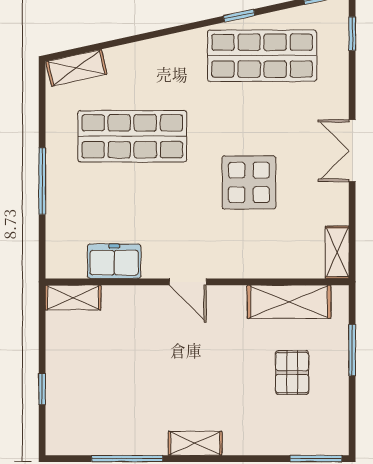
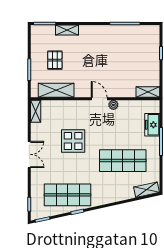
freezer: (114, 261) -> (152, 125), moved, turned 90
plant: (154, 267) -> (113, 105), added
shelving: (195, 443) -> (67, 30), moved

